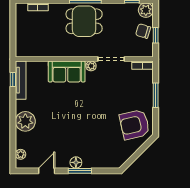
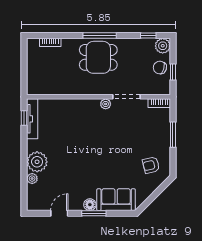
sofa: (67, 71) -> (116, 200), moved, turned 180
armchair: (135, 125) -> (151, 165), width x0.53, depth x0.53
plant: (21, 154) -> (32, 179), moved

